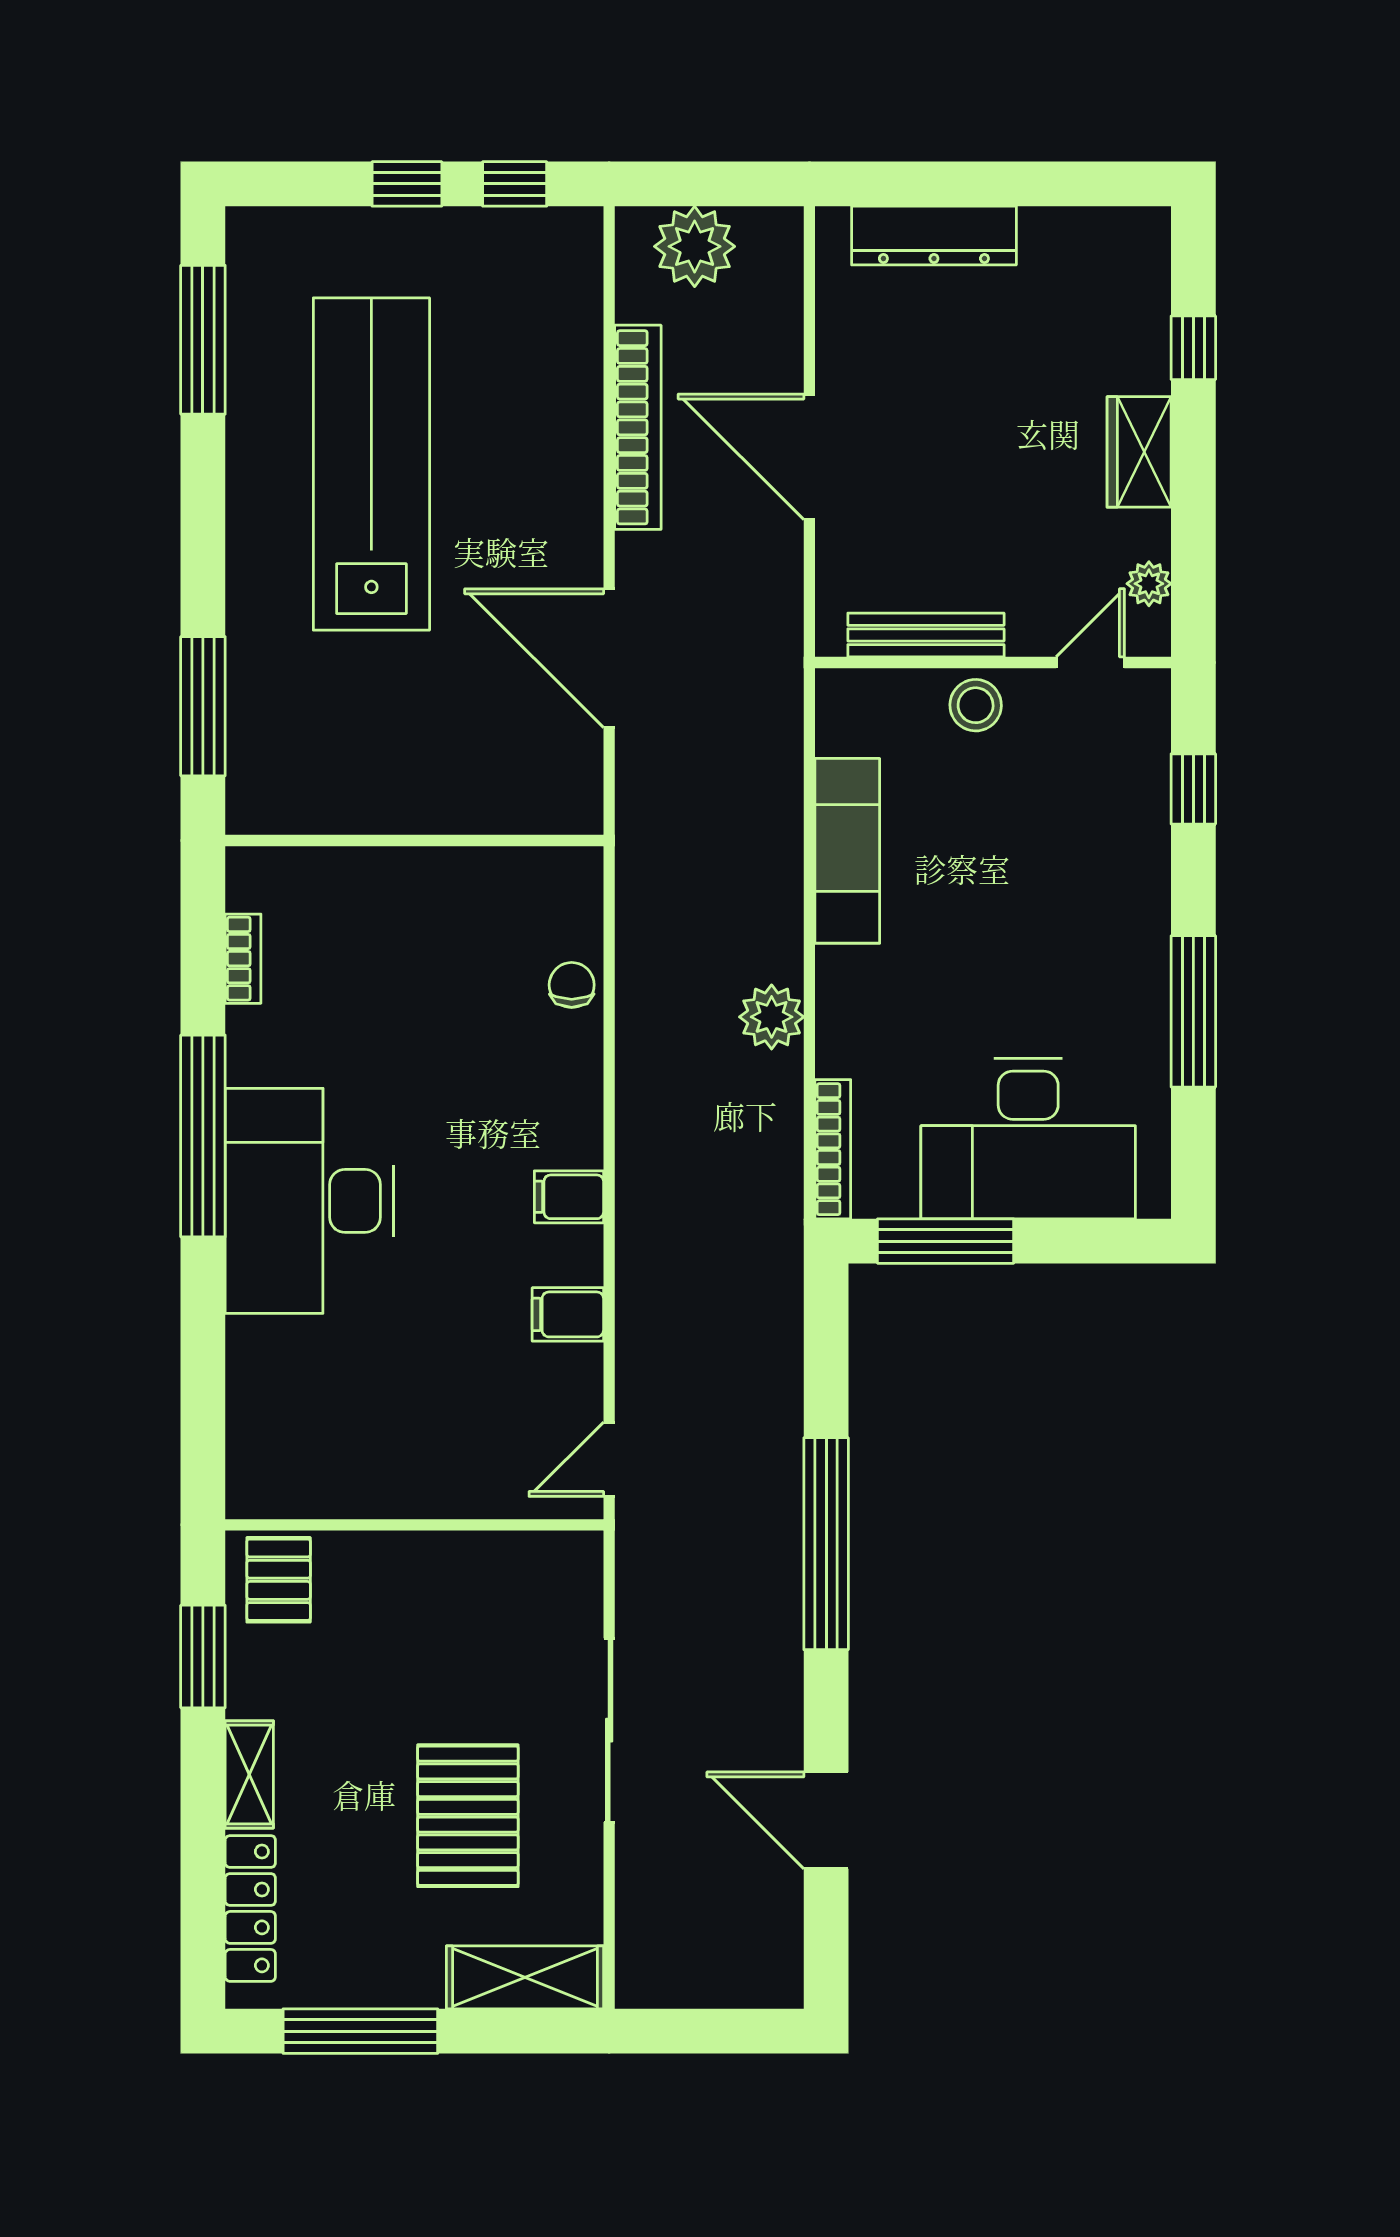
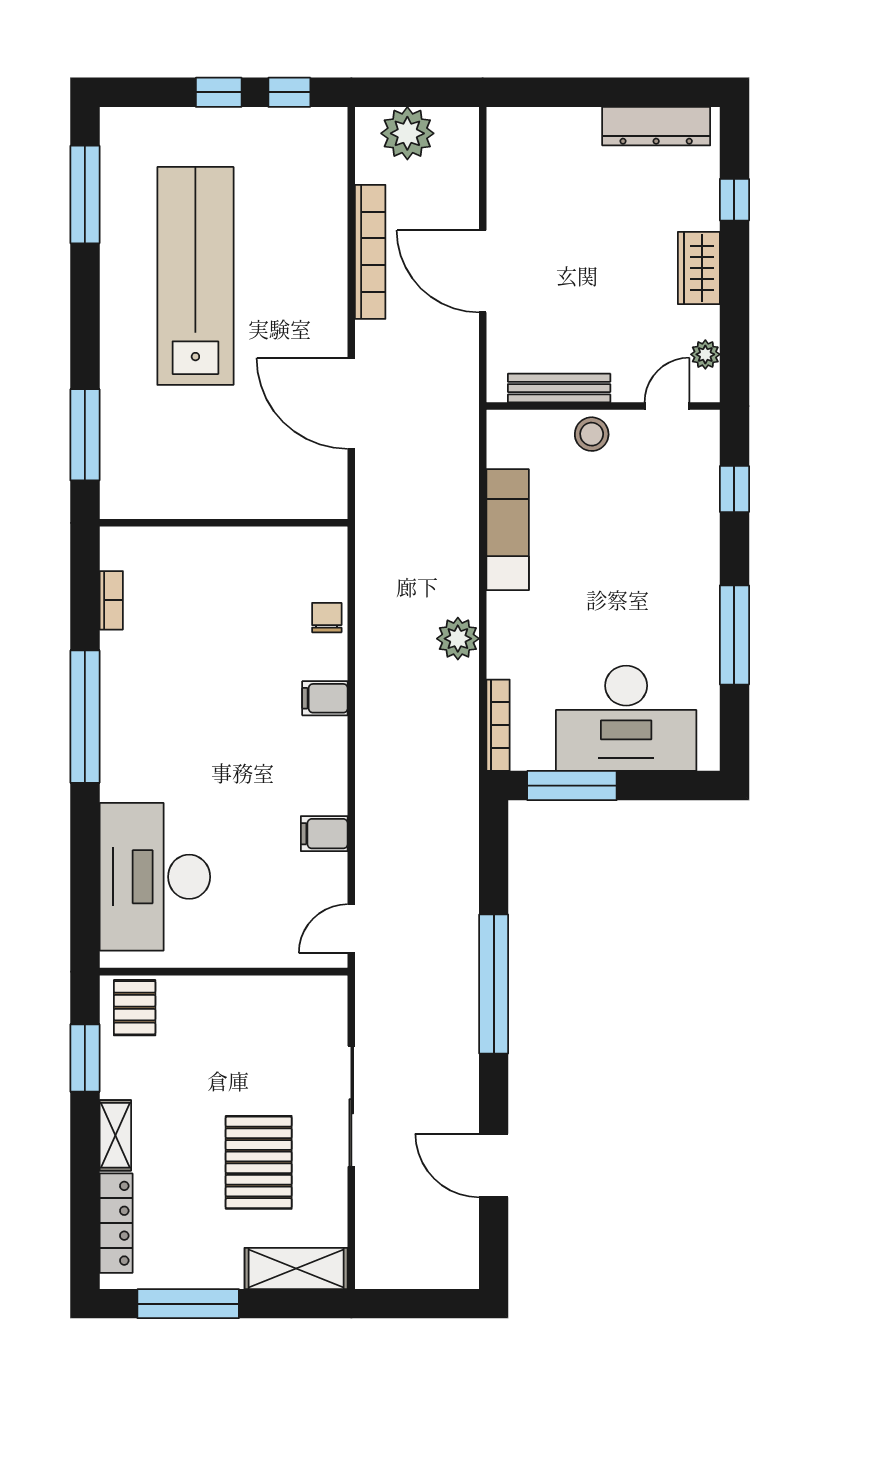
dresser: (934, 236) -> (656, 126), moved
filing cabinet: (569, 1197) -> (325, 698), moved
desk: (309, 1201) -> (155, 877), moved

